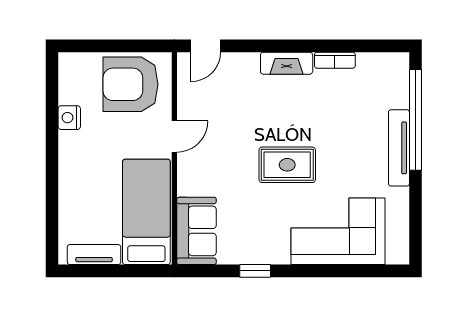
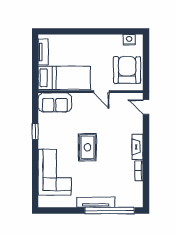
nightstand: (69, 118) -> (129, 40), moved

